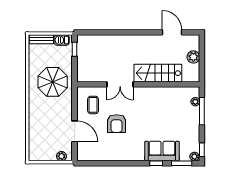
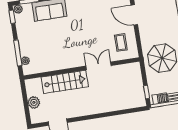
armchair: (117, 124) -> (96, 28), removed

